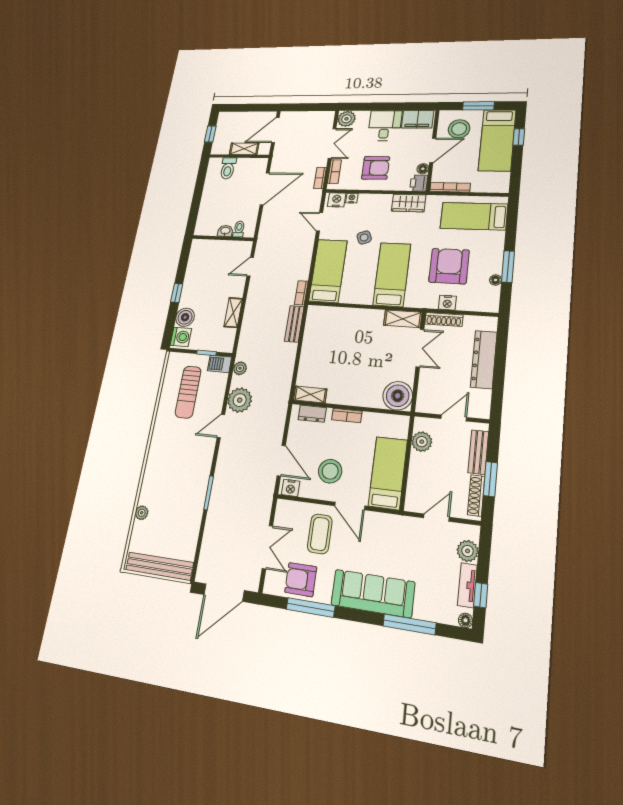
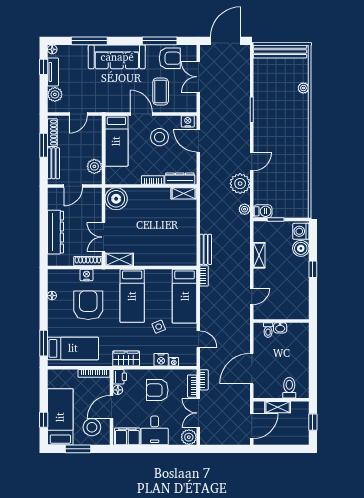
nightstand: (337, 200) -> (161, 360), moved
armchair: (449, 266) -> (88, 305), turned 180
window: (508, 267) -> (44, 343), moved
sun lounger: (188, 392) -> (285, 186), removed
dresser: (312, 414) -> (180, 179), width x1.44

